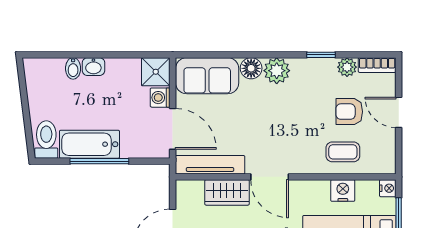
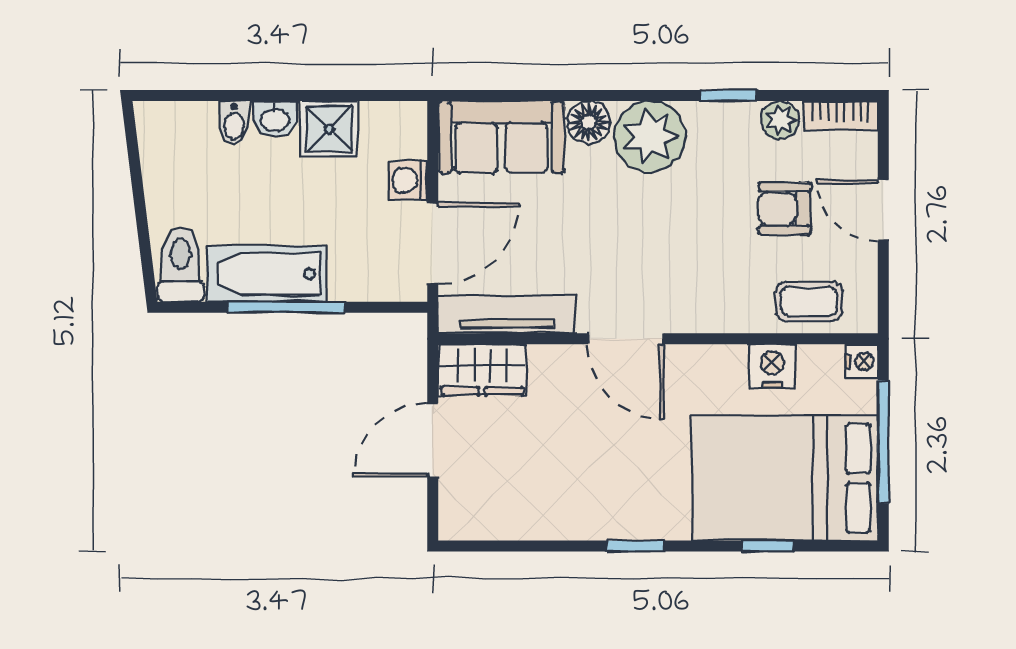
plant: (277, 71) -> (650, 136), width x1.36, depth x1.36
shower: (156, 72) -> (329, 129), moved
door: (173, 129) -> (433, 243), hinge flipped
coffee table: (343, 152) -> (809, 301), moved
wardrobe: (227, 192) -> (482, 370), moved

